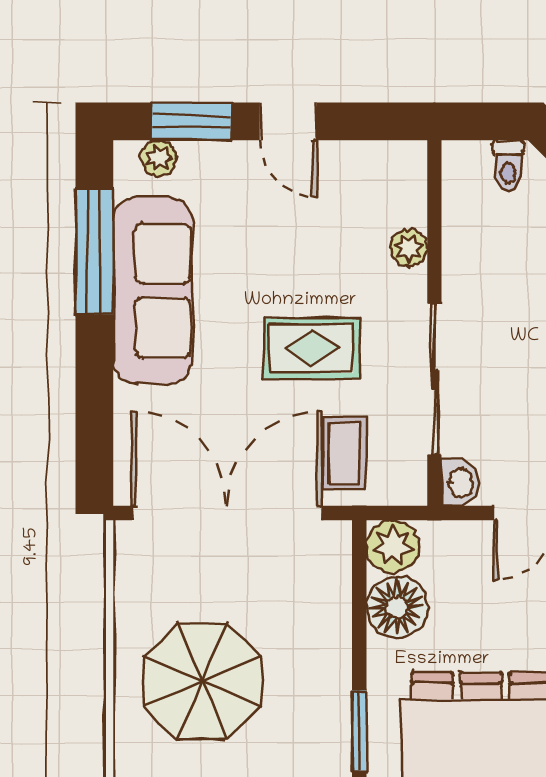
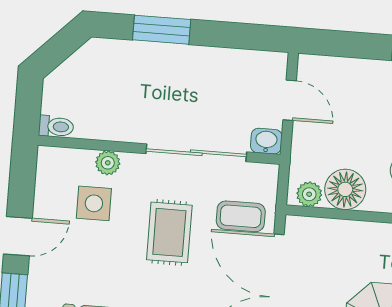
toilet: (508, 166) -> (56, 127), moved
side table: (346, 232) -> (94, 203), added
plant: (393, 546) -> (309, 194), width x0.73, depth x0.73

